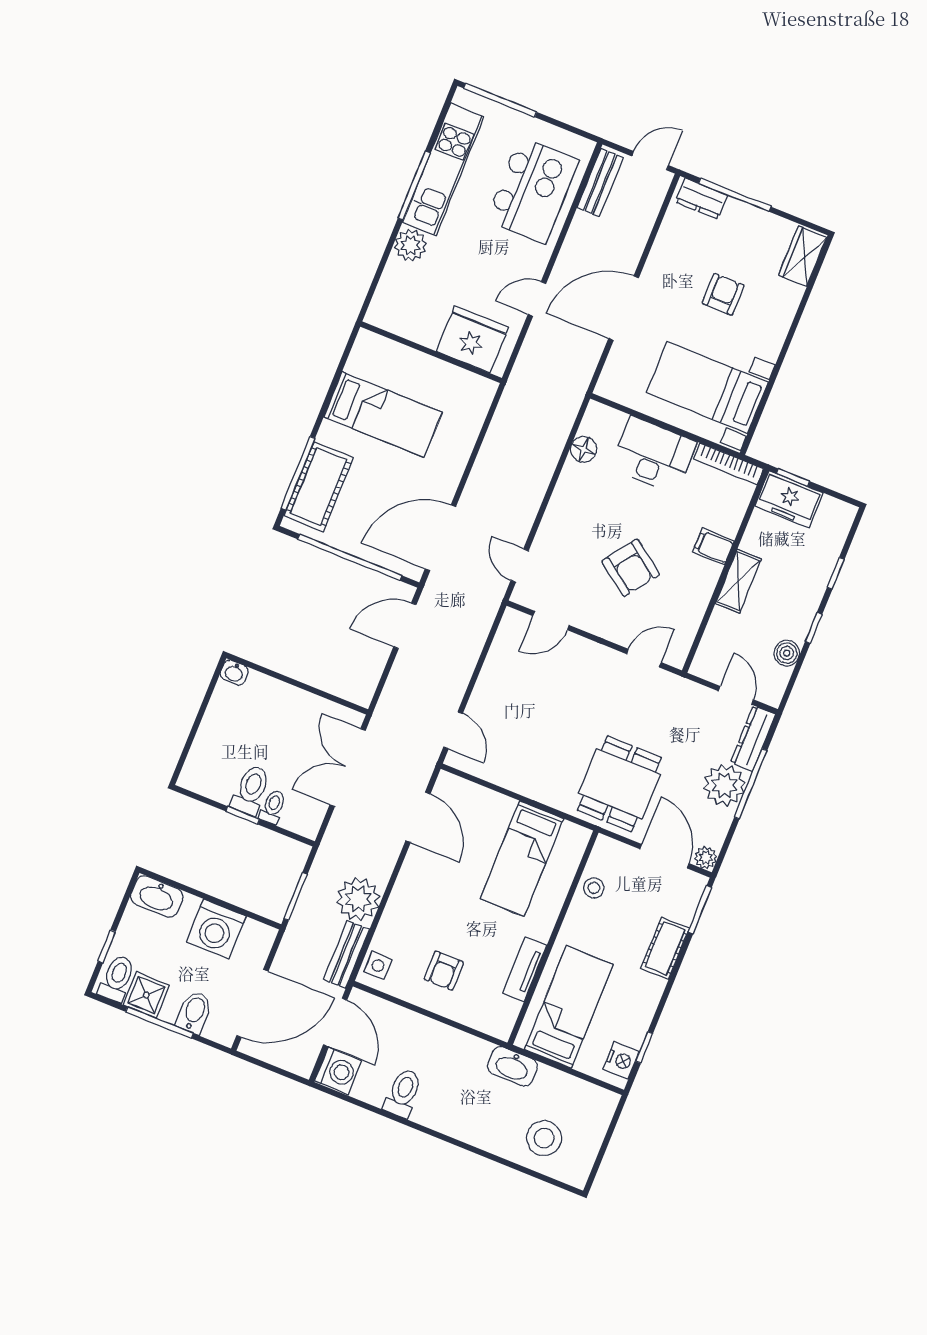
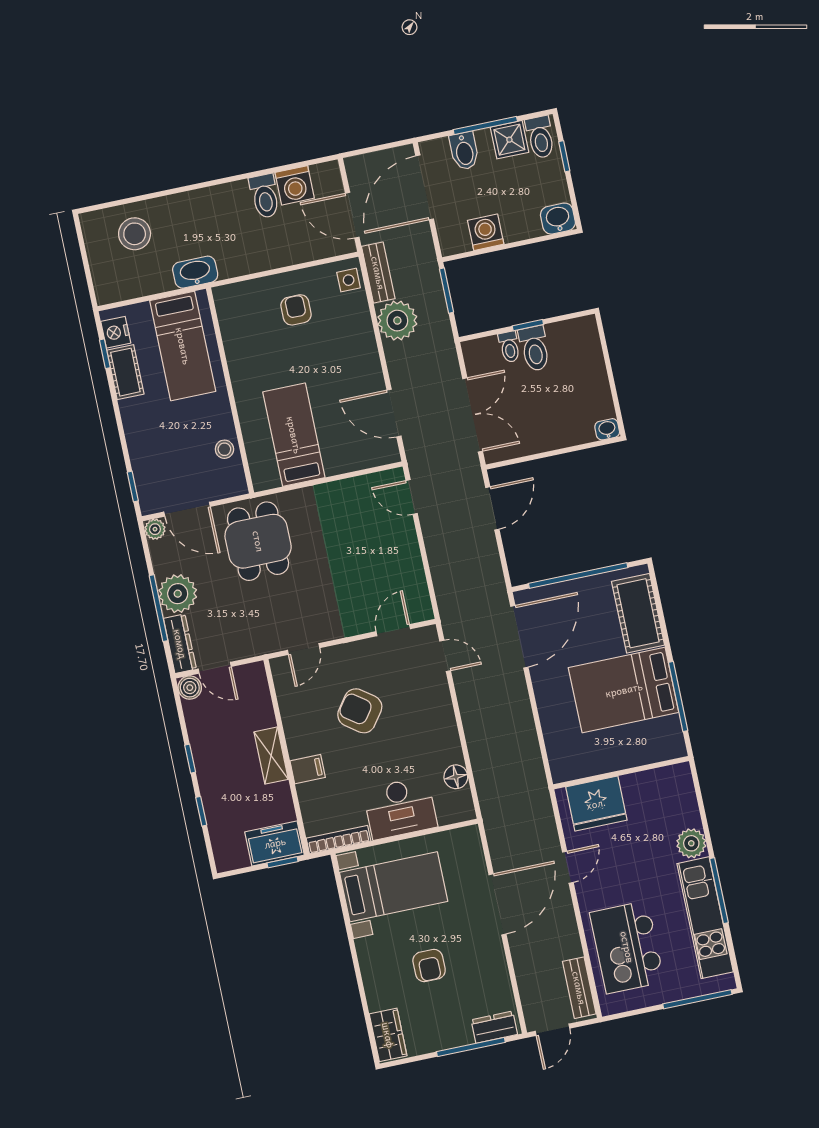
bed: (383, 415) -> (624, 690), width x1.50
window: (298, 473) -> (678, 696), moved
door: (405, 626) -> (492, 508), moved
boiler: (787, 653) -> (190, 688), moved
washbasin: (157, 896) -> (558, 219), width x0.72
window: (700, 910) -> (133, 487), width x0.67
washing machine: (216, 929) -> (486, 232), width x0.73, depth x0.73
cot: (665, 948) -> (125, 372), moved
tv unit: (525, 969) -> (235, 352), removed
washing machine: (338, 1071) -> (295, 185), moved, turned -90

